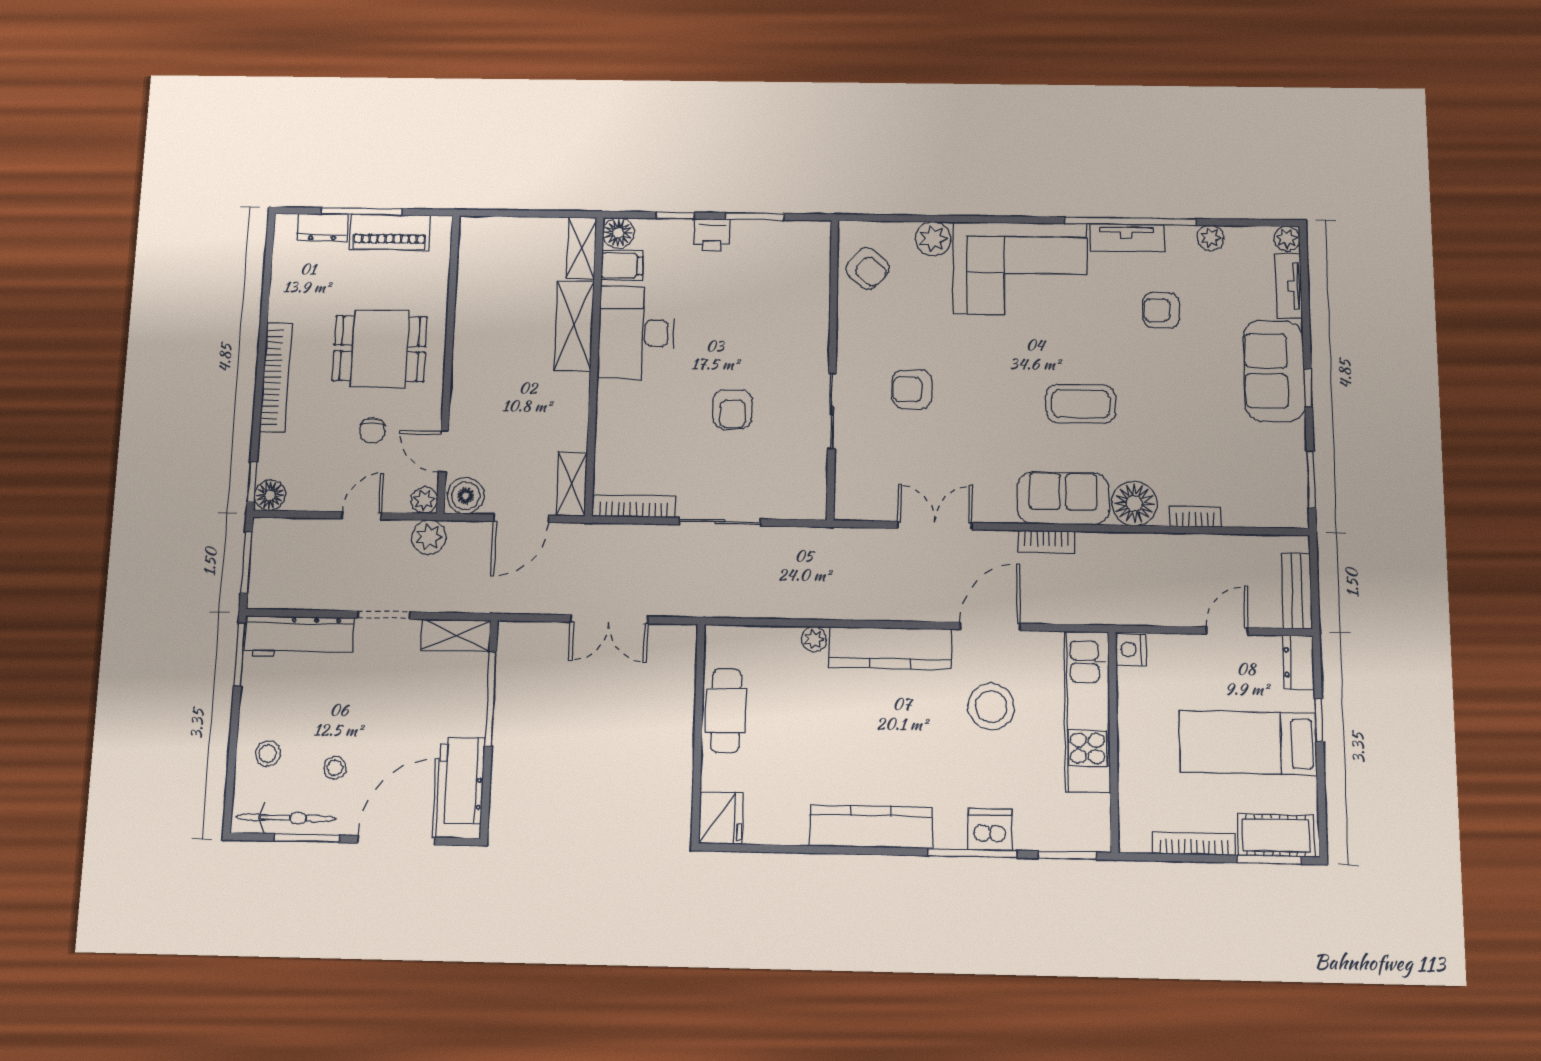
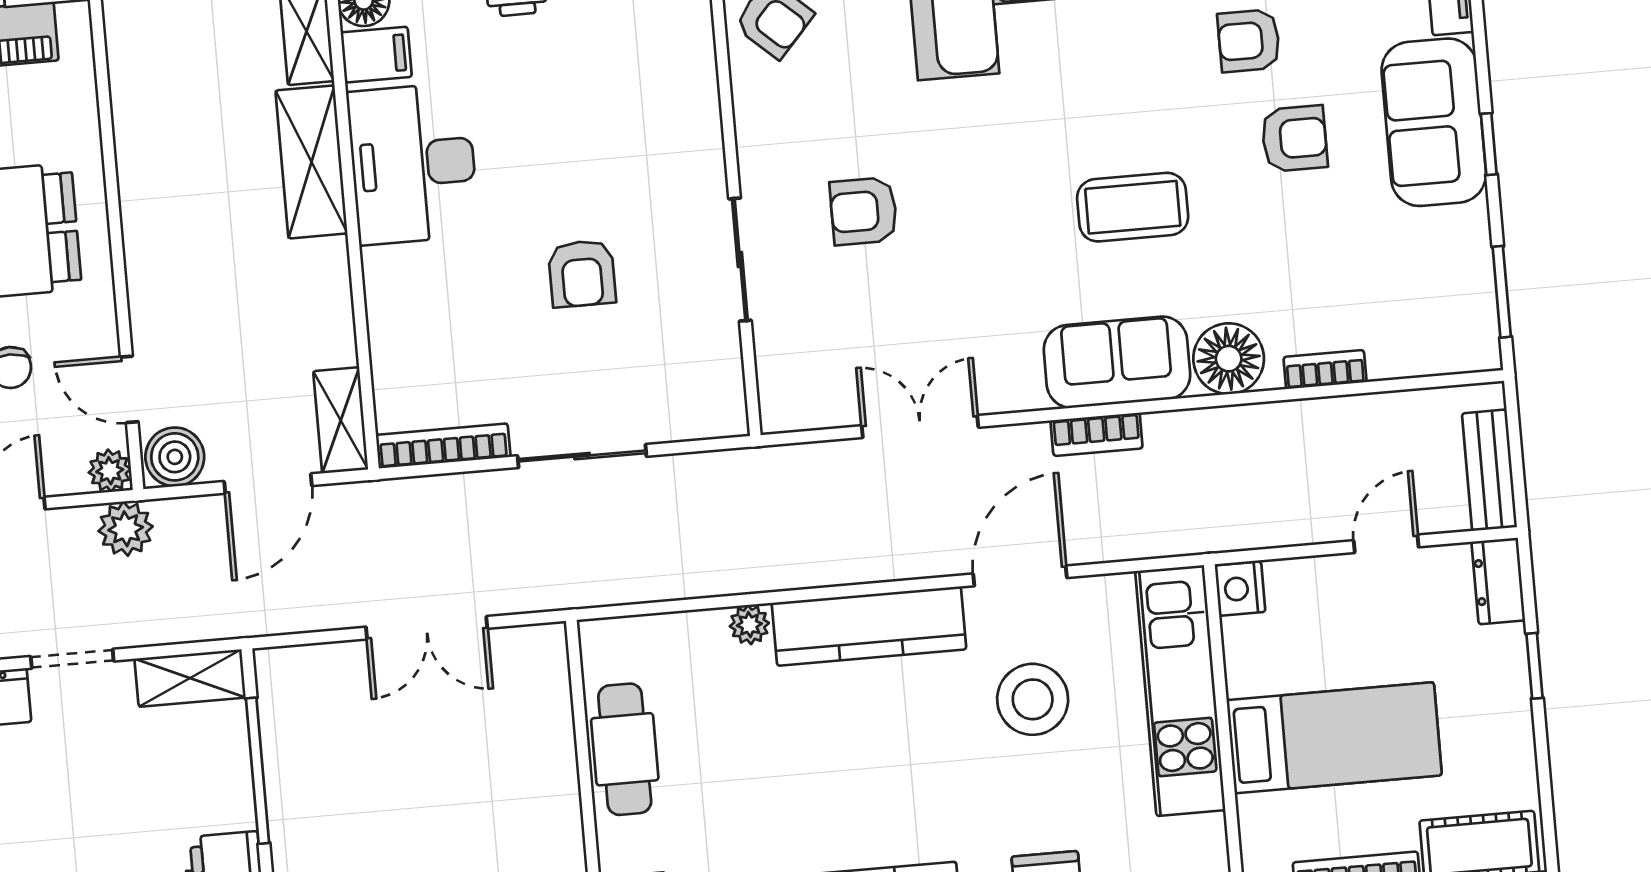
armchair: (1186, 372) -> (1294, 139), added
bed: (1248, 743) -> (1334, 738), moved, turned 180

